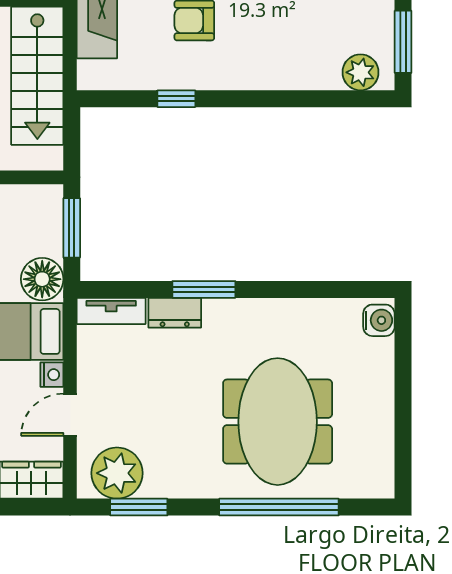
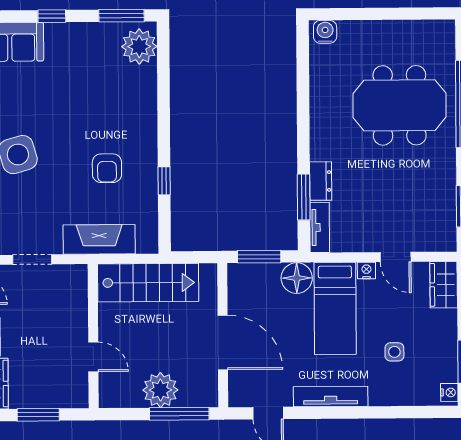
plant: (361, 72) -> (139, 47), width x1.36, depth x1.36
window: (204, 289) -> (304, 197), moved
plant: (117, 473) -> (438, 222), removed

